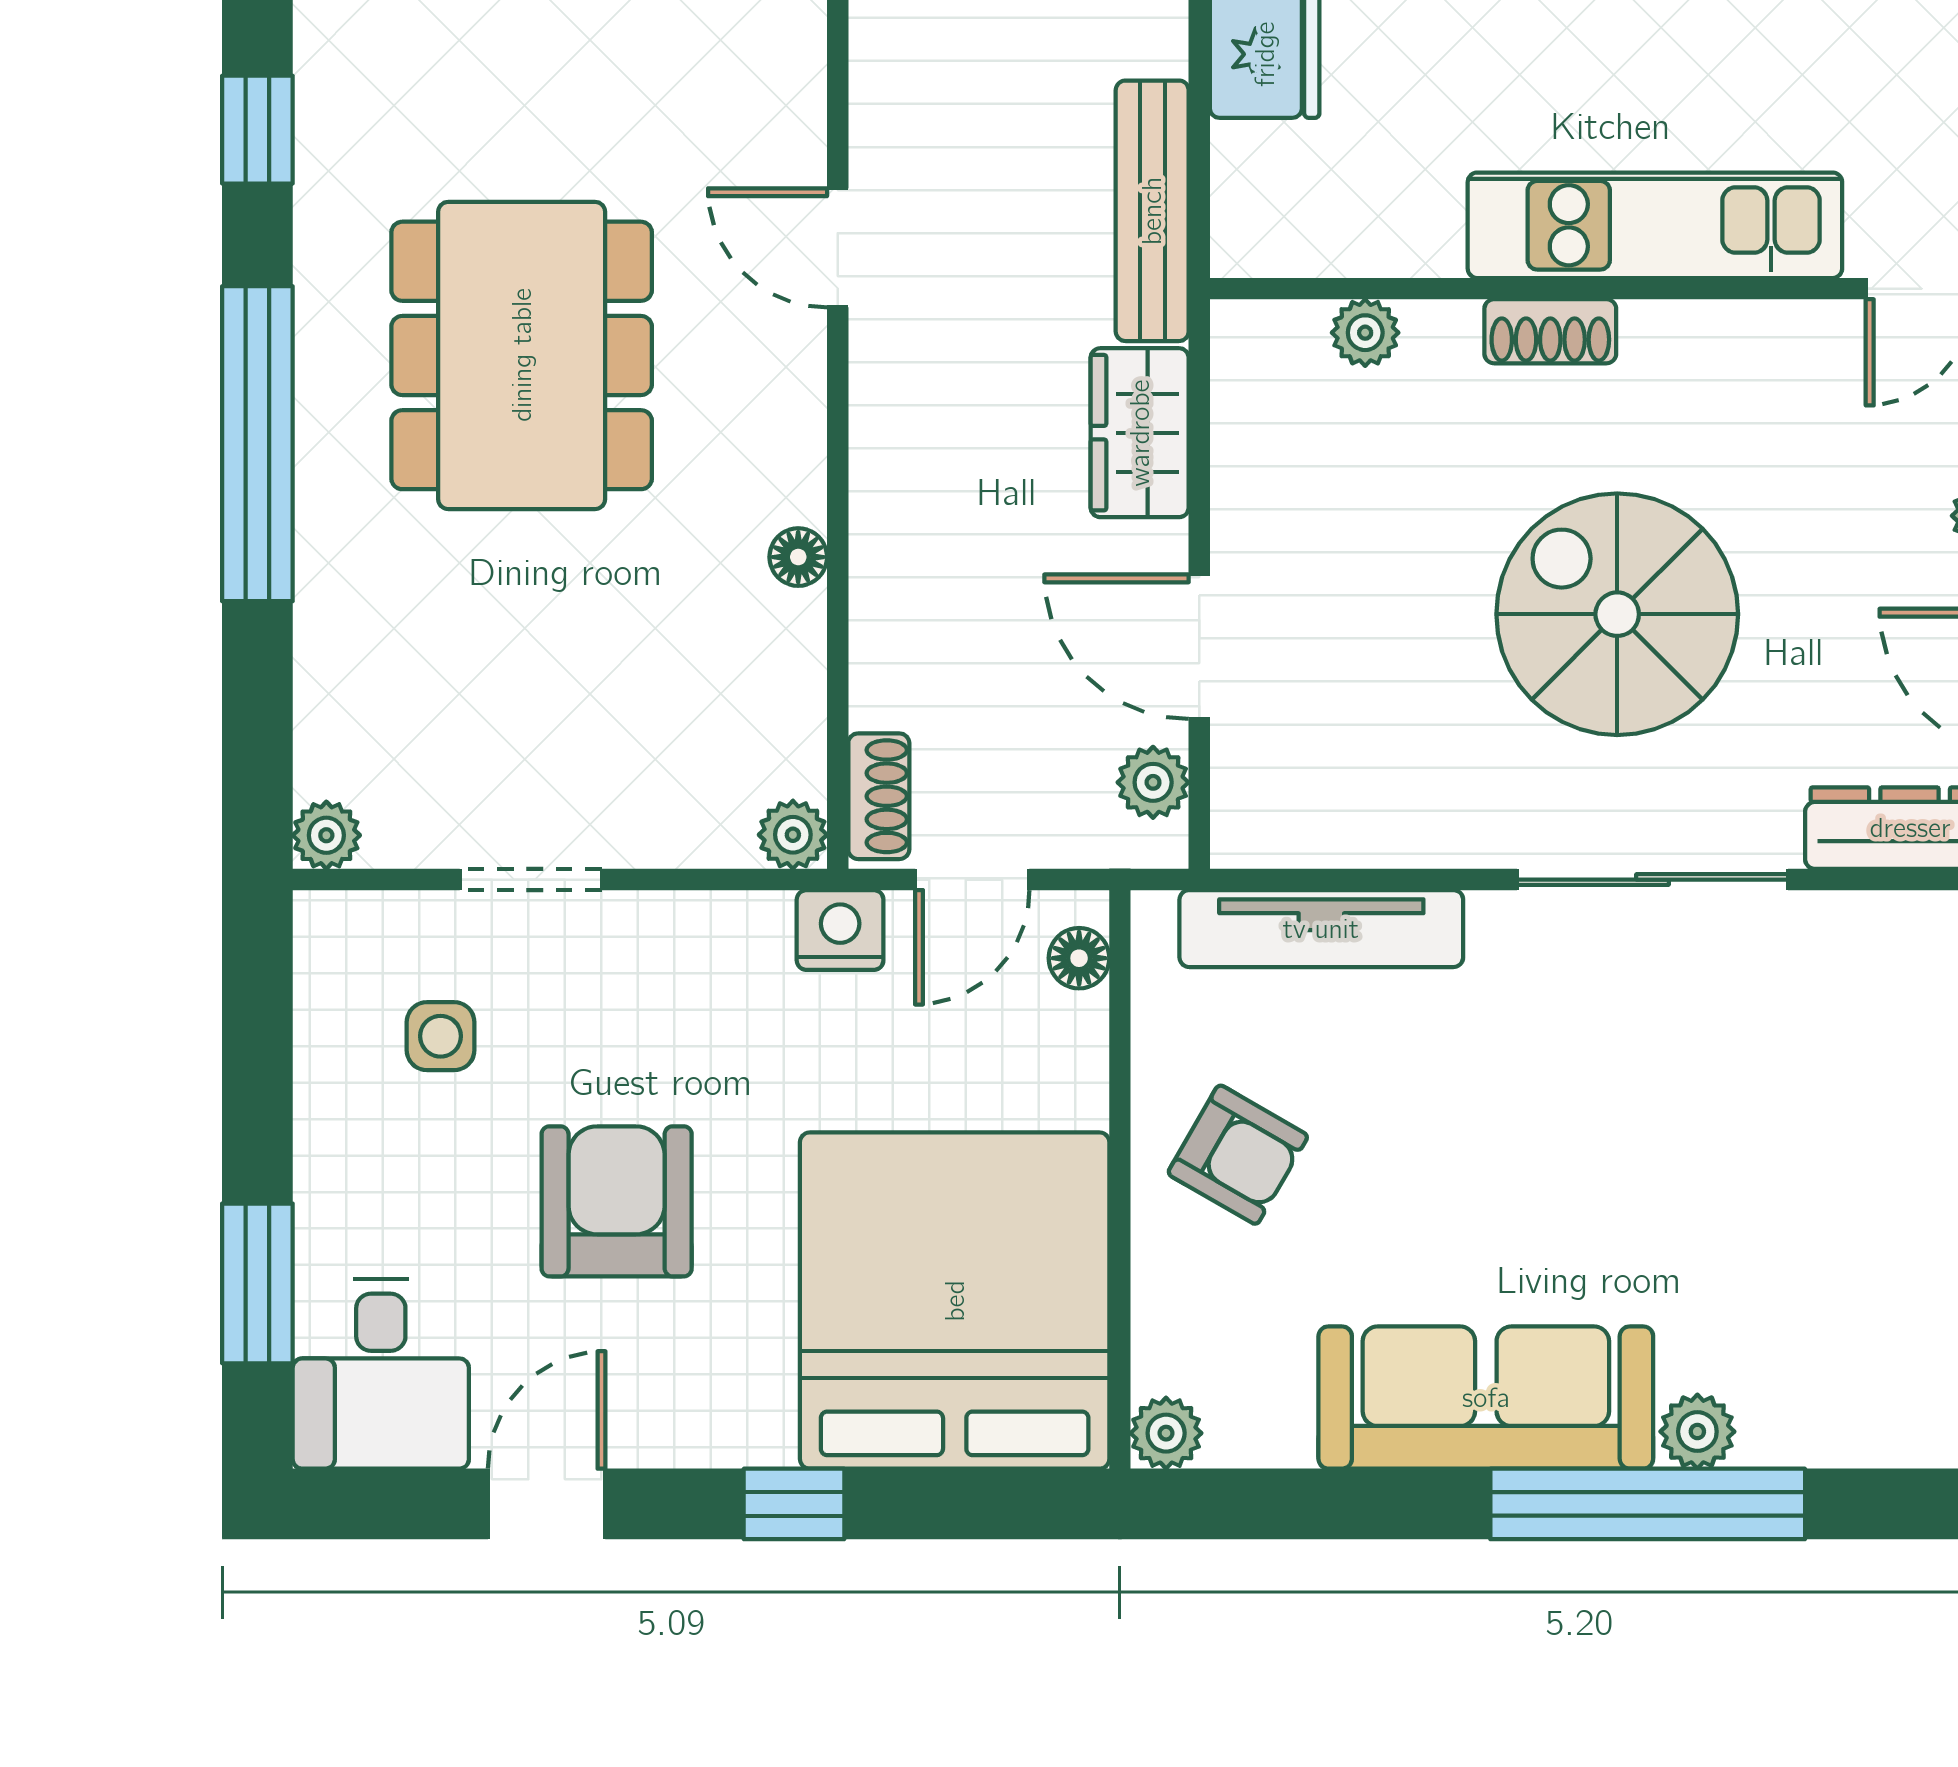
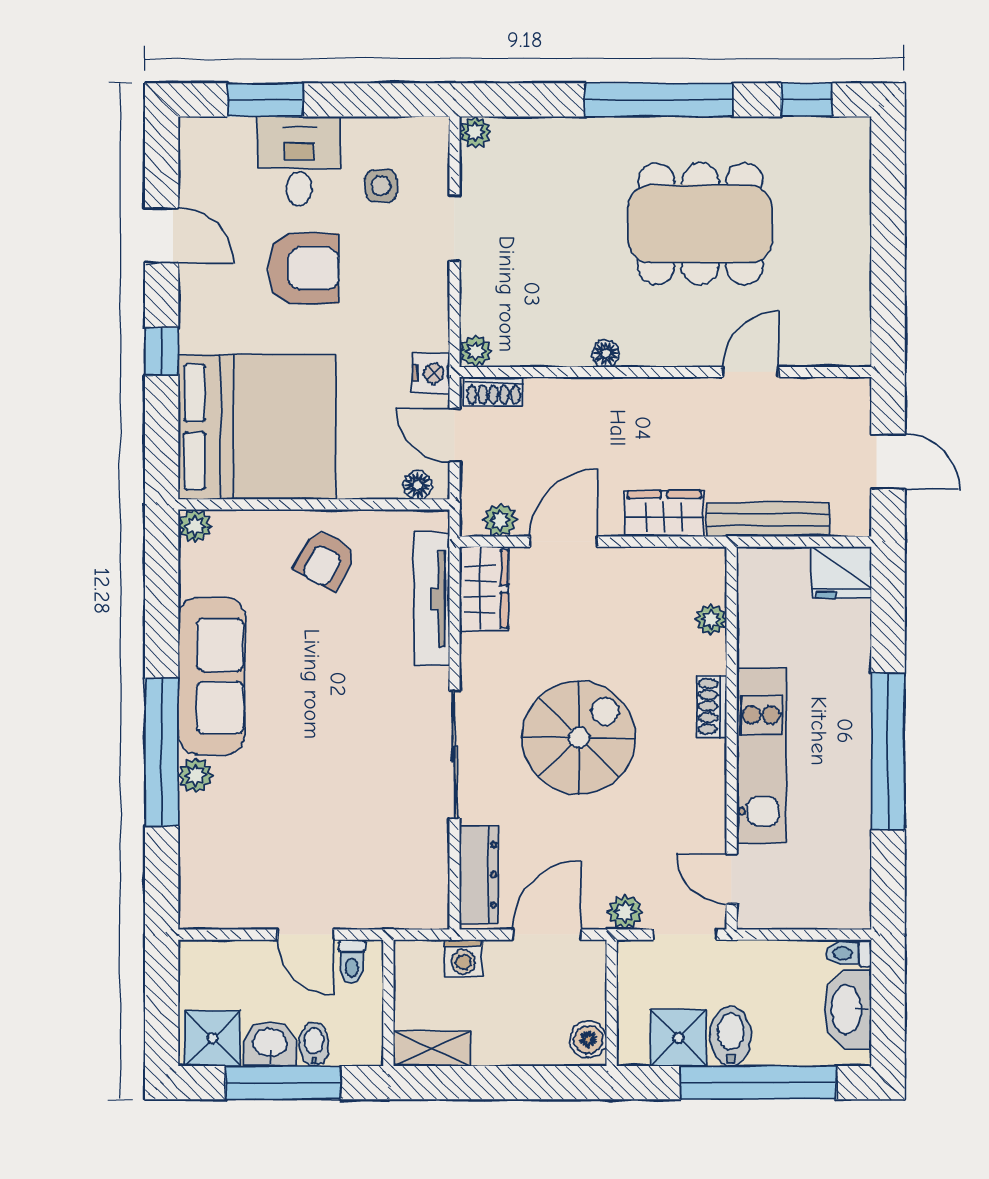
wardrobe: (1300, 817) -> (484, 589), added
desk: (381, 1374) -> (299, 161), moved, turned 90

